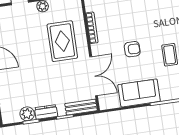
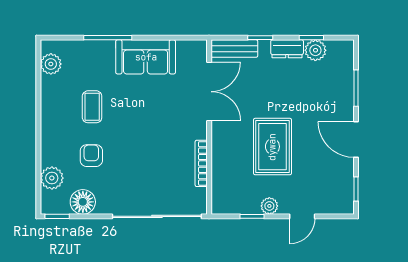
rug: (62, 41) -> (272, 147), moved
armchair: (132, 49) -> (91, 156), moved, turned 90
double door: (94, 76) -> (209, 92), swing flipped

